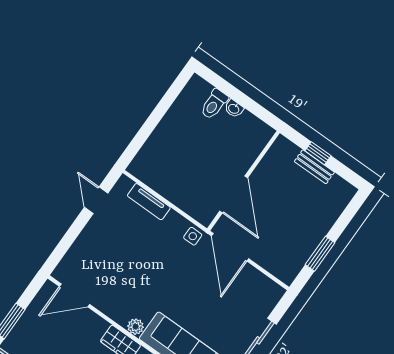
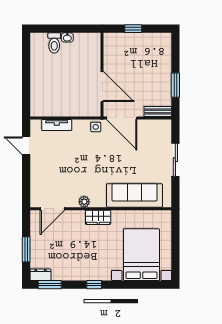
bench: (314, 167) -> (158, 111), moved
plant: (136, 327) -> (84, 202), moved

